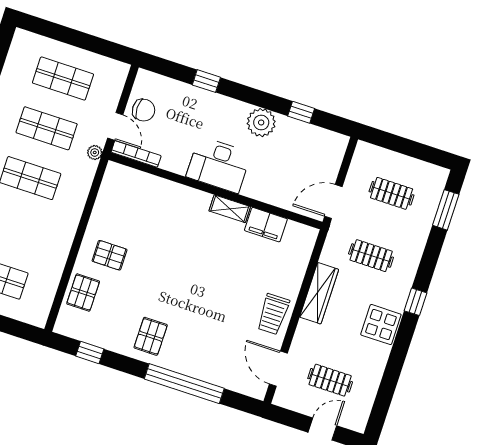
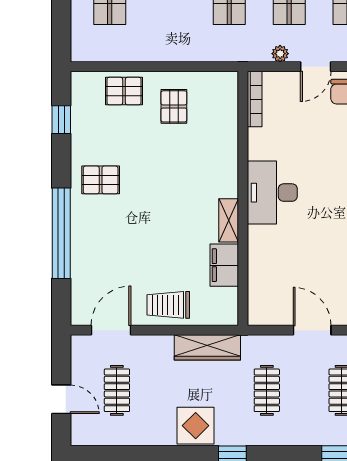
bookcase: (136, 154) -> (255, 99), moved
desk: (219, 165) -> (272, 193), moved
wall: (215, 191) -> (243, 198), moved
shelving: (230, 209) -> (229, 220), moved
filing cabinet: (266, 225) -> (224, 265), moved

